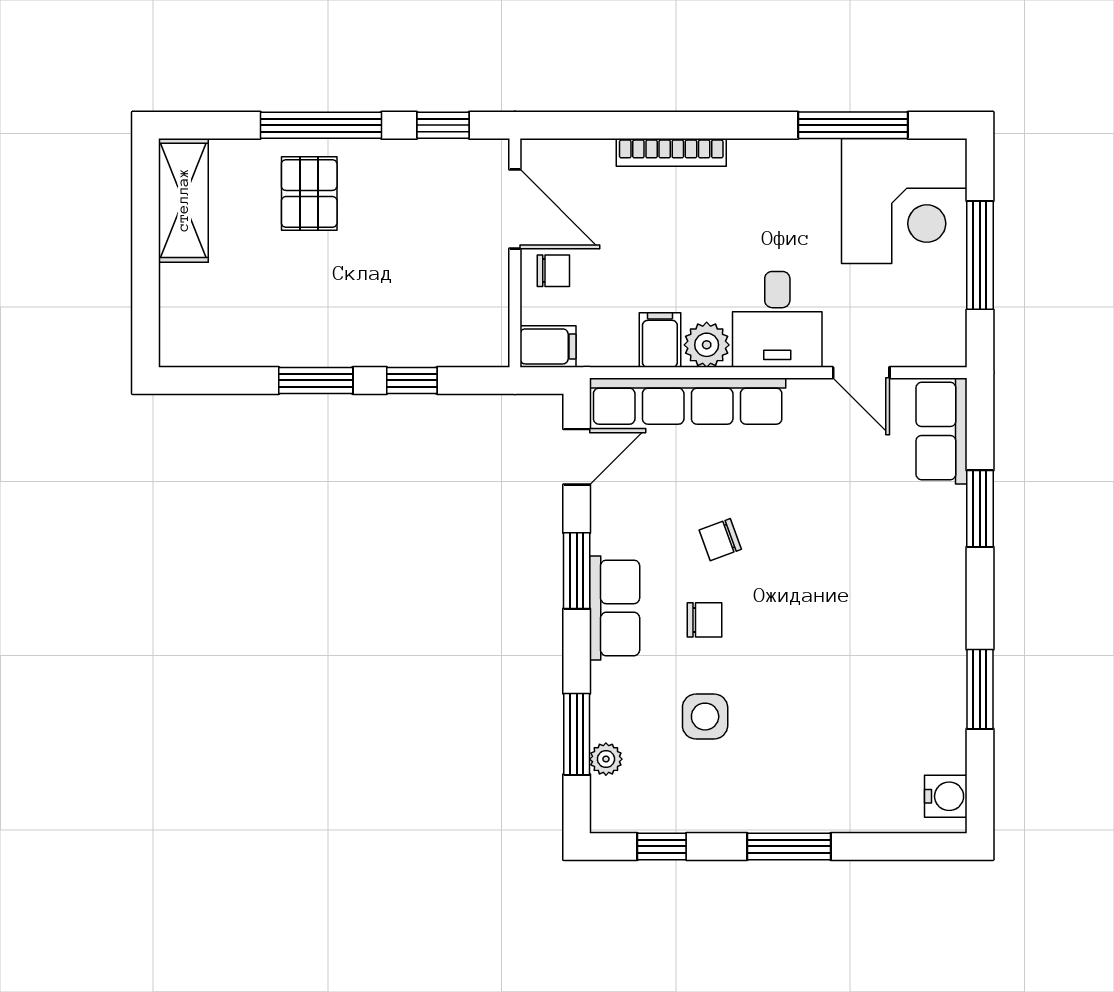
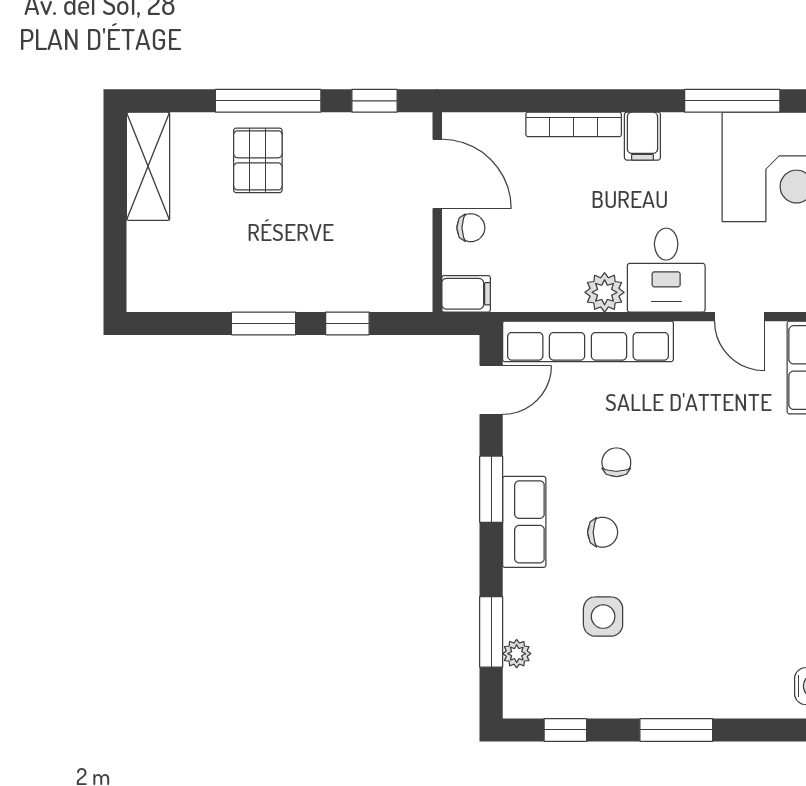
filing cabinet: (660, 340) -> (642, 136), moved, turned 180
chair: (720, 540) -> (616, 462), turned 110

